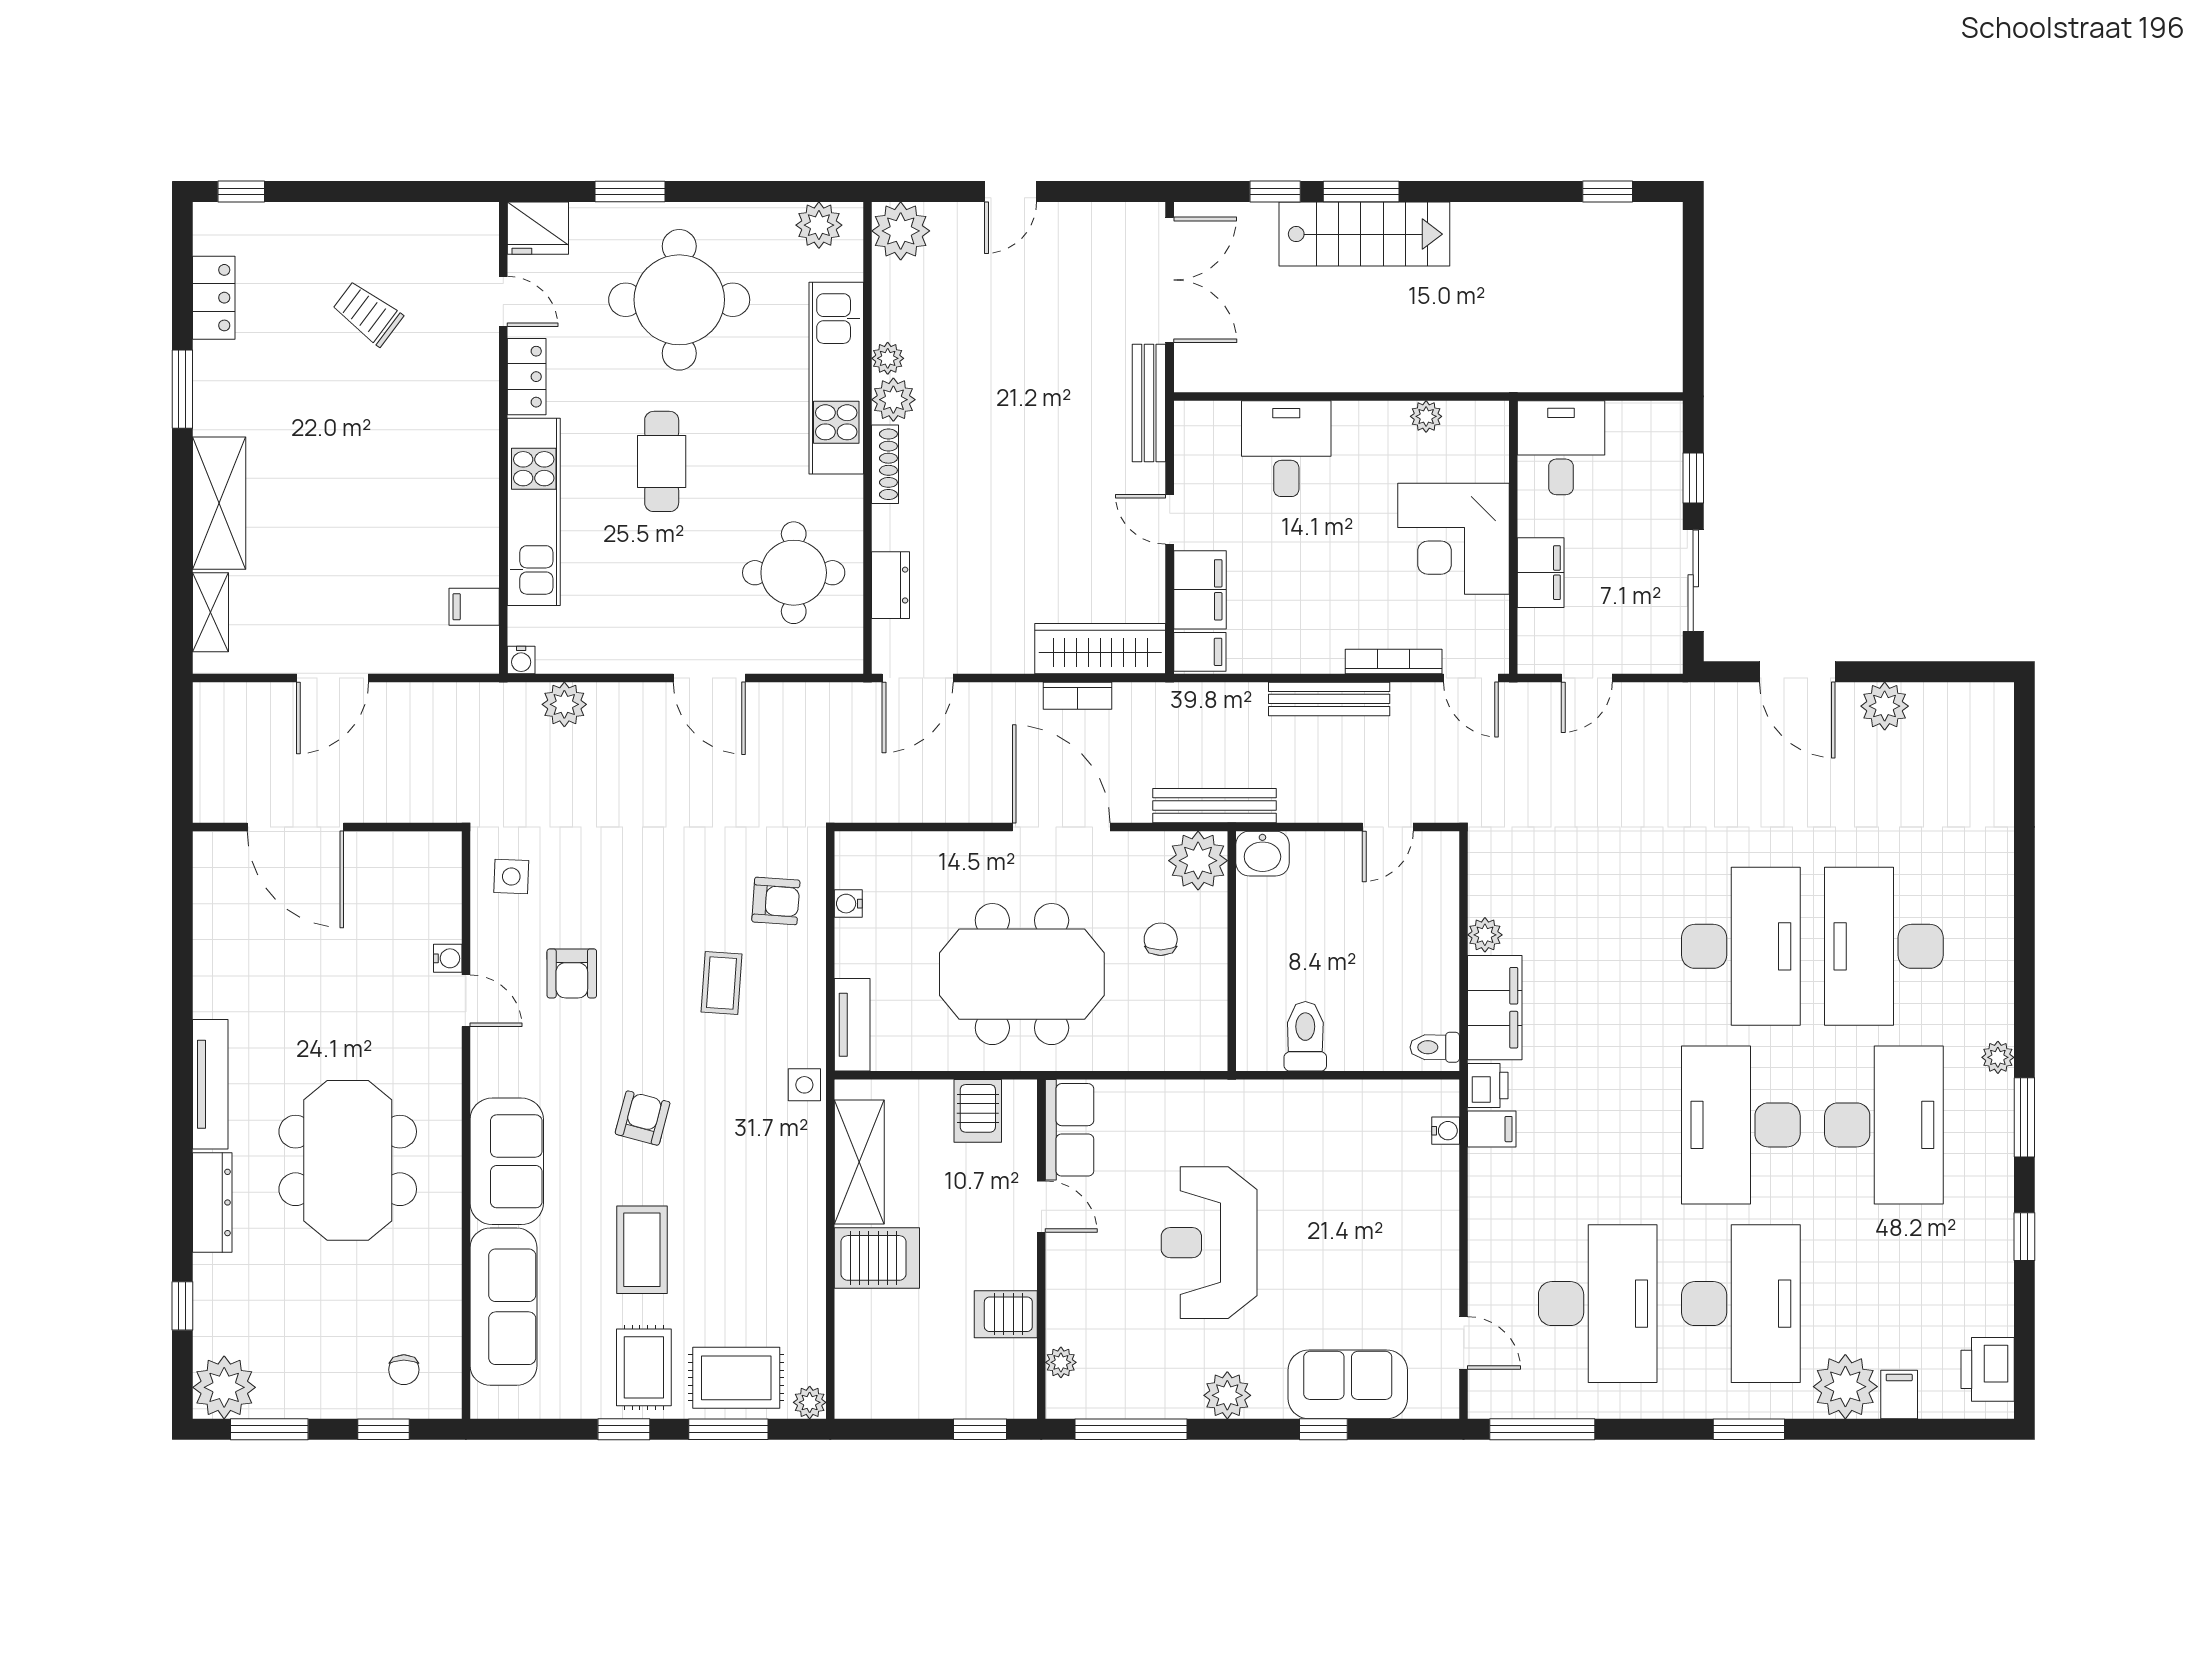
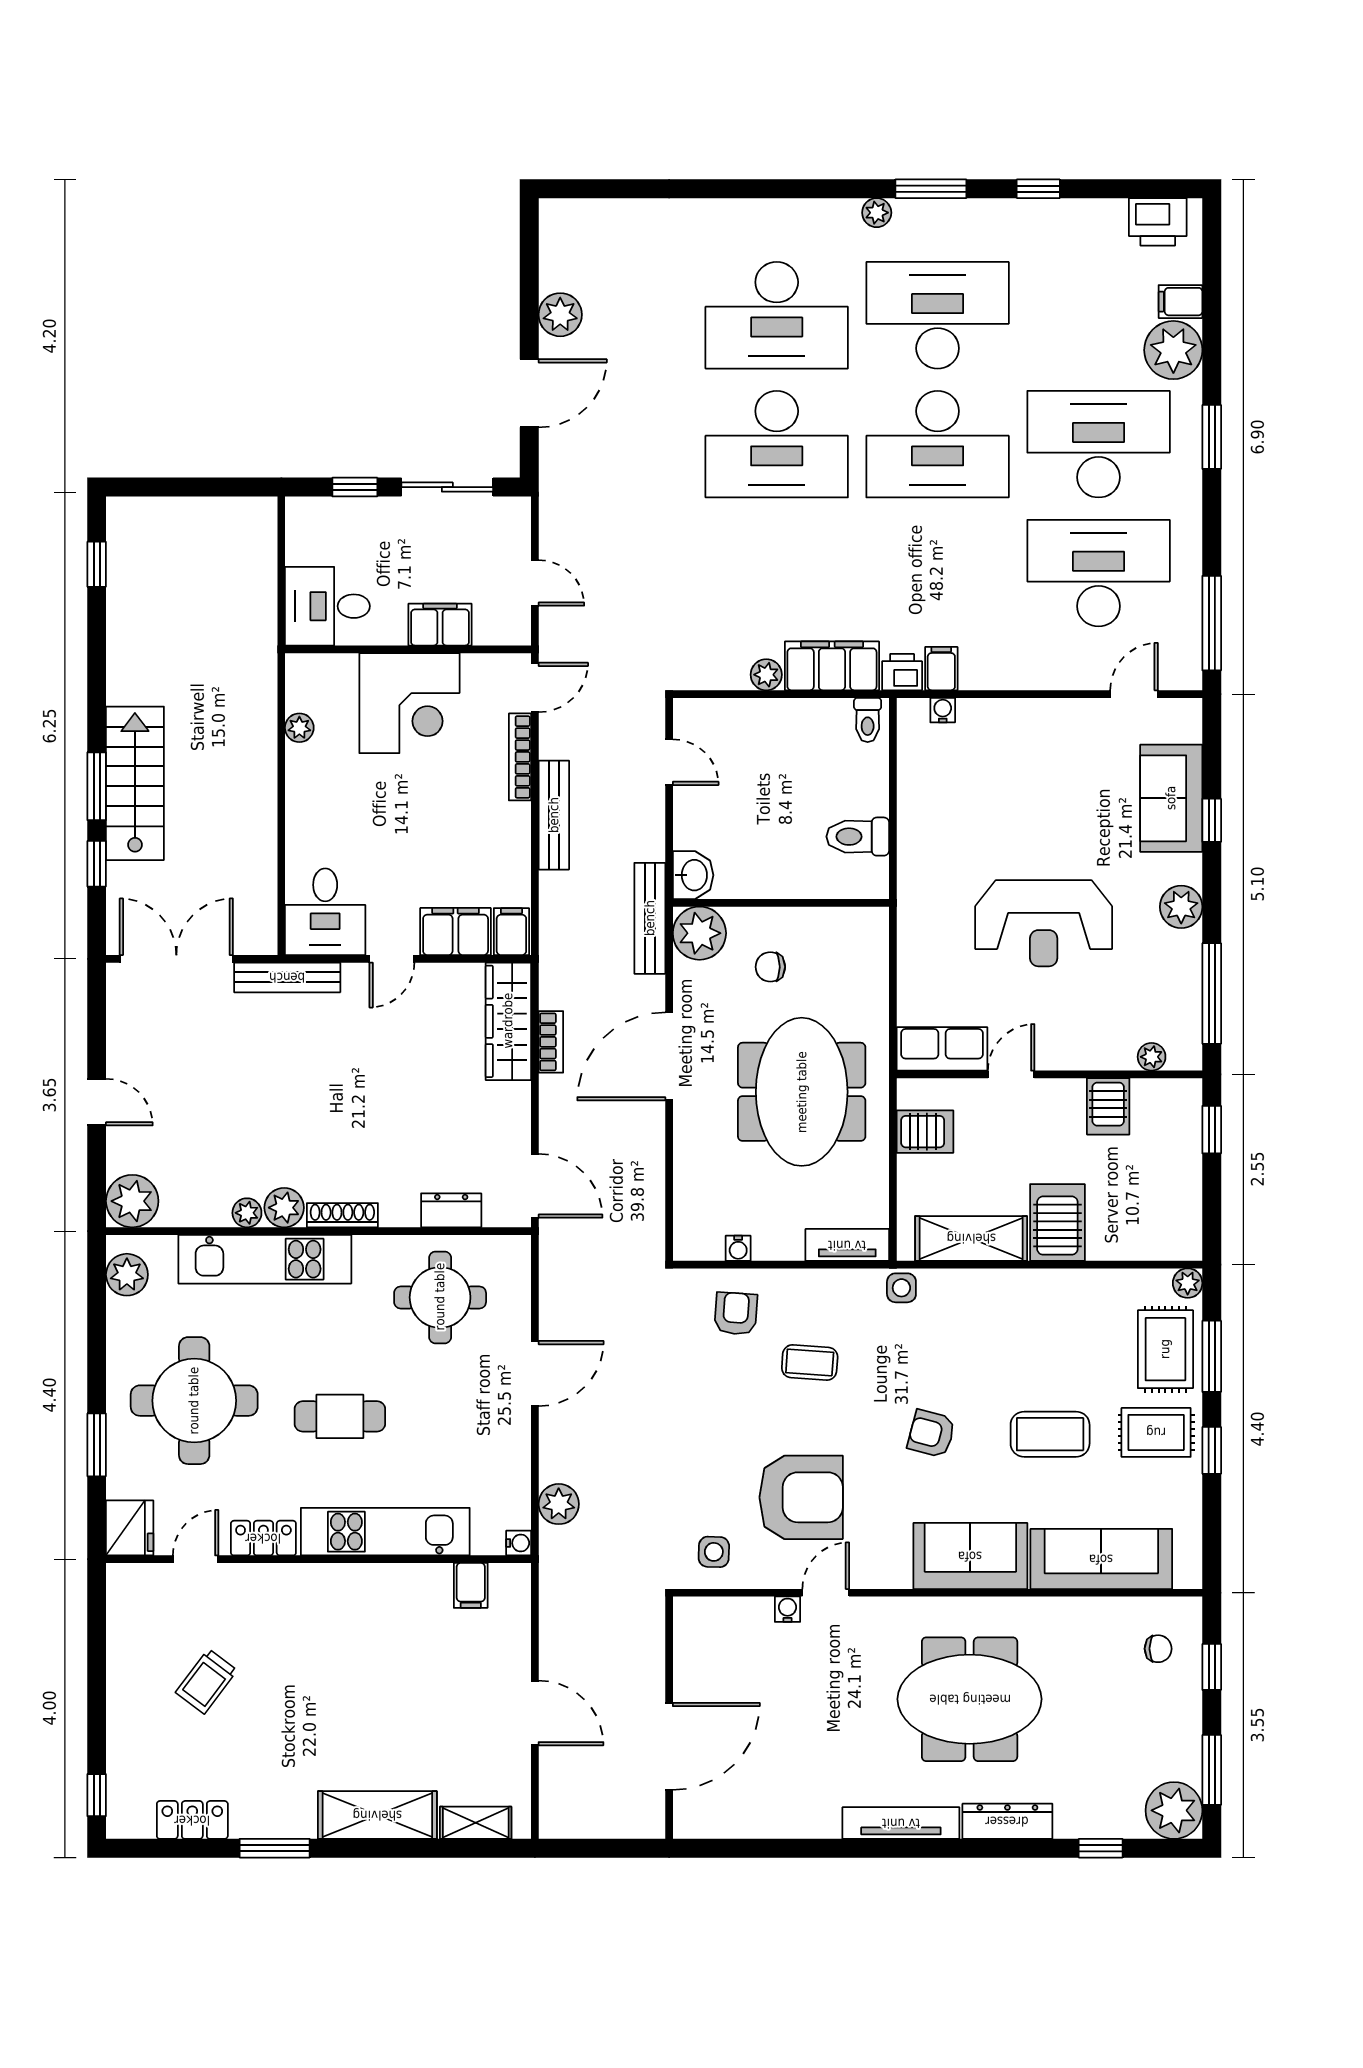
desk: (1286, 449) -> (325, 912), moved, turned -90
desk: (1741, 946) -> (777, 444), turned 180
armchair: (572, 973) -> (801, 1497), width x1.88, depth x1.88

